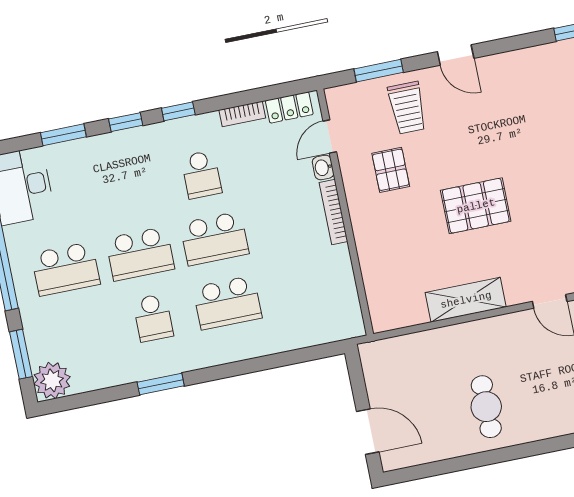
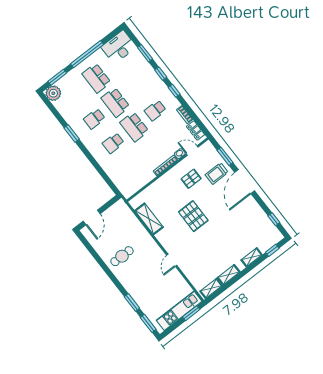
door: (456, 55) -> (245, 182), width x1.87
shelving: (466, 300) -> (149, 219), moved
school desk: (227, 303) -> (113, 143), width x0.54

